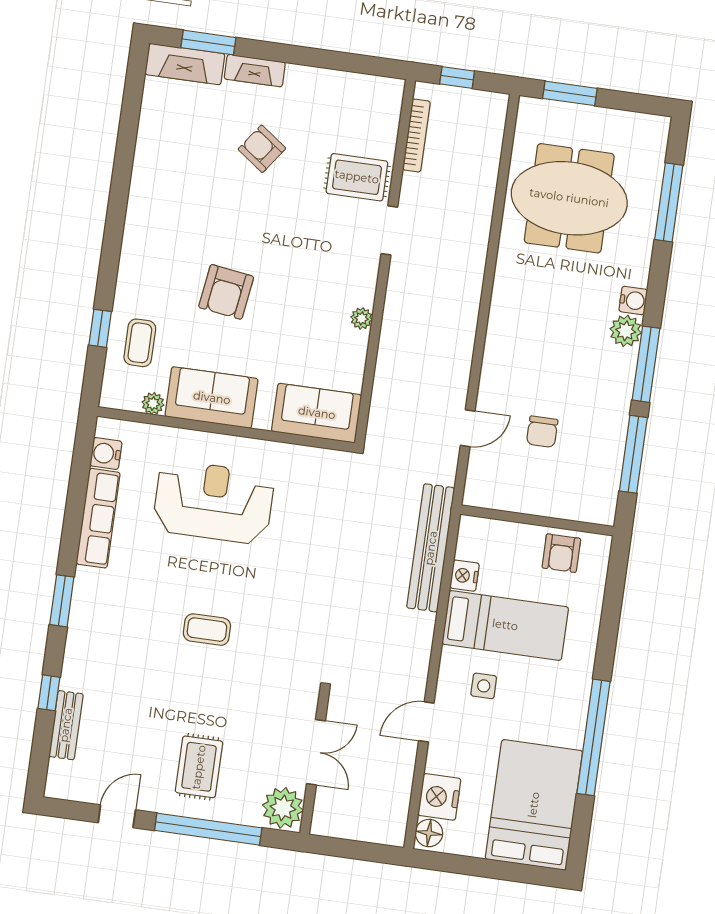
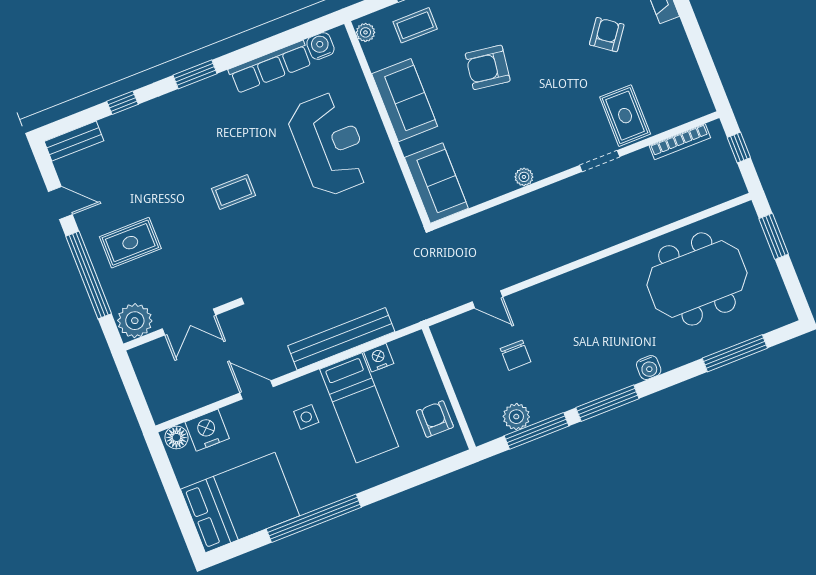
meeting table: (569, 198) -> (697, 279), turned 90
plant: (626, 331) -> (516, 417), moved
plant: (153, 404) -> (366, 32), moved
chair: (542, 432) -> (516, 355), turned -90
bench: (431, 548) -> (341, 339), moved
armchair: (561, 553) -> (435, 419), turned 90
coffee table: (207, 630) -> (234, 192), turned 90
bench: (66, 725) -> (74, 141), moved

